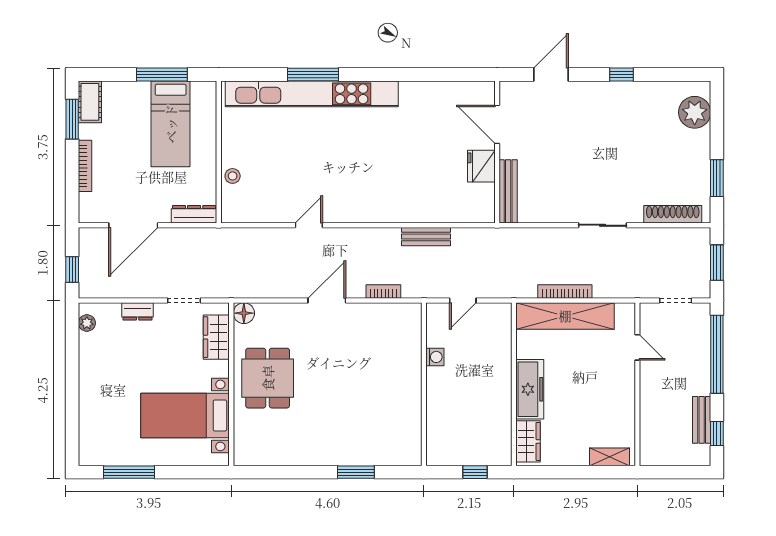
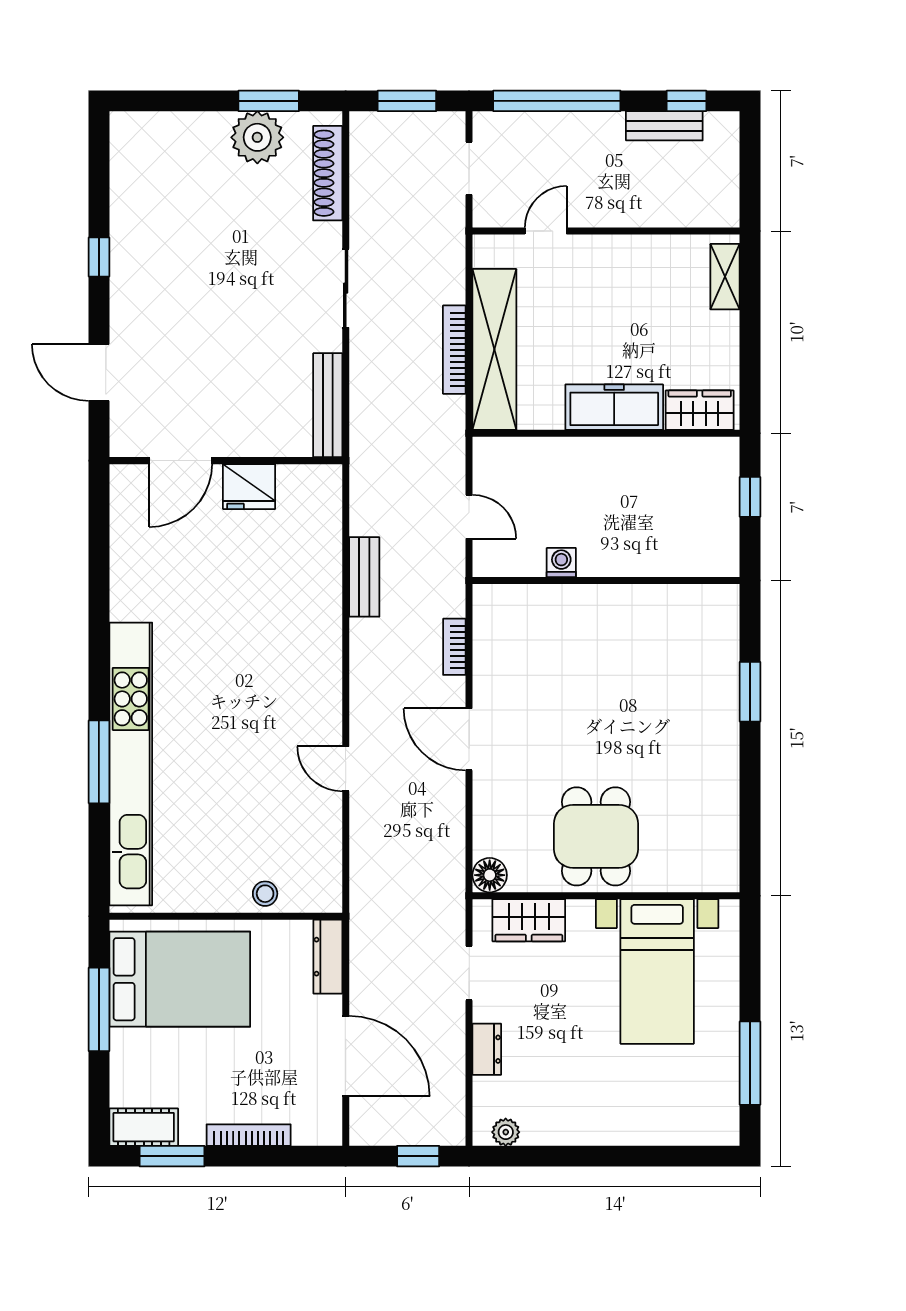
plant: (695, 112) -> (257, 137), moved
bed: (171, 124) -> (180, 979), width x1.50
bench: (508, 191) -> (328, 405), moved, turned 90
dining table: (268, 378) -> (596, 836), turned 90

